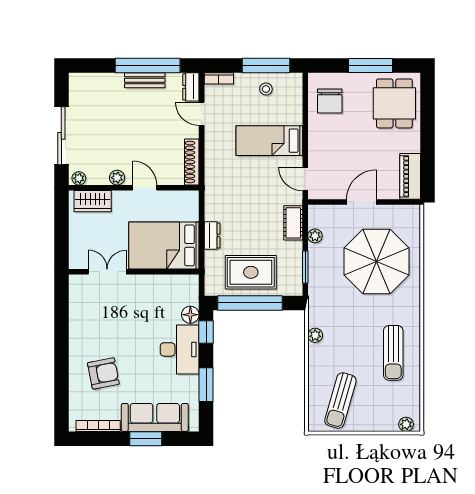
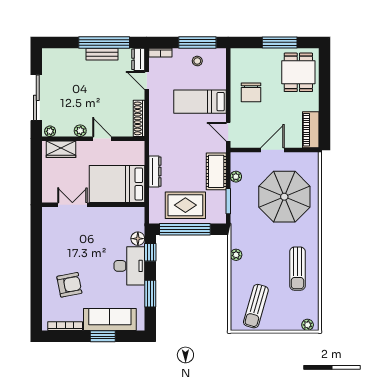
chair: (330, 101) -> (251, 92), moved
cot: (293, 223) -> (216, 171), width x1.37, depth x1.34
dresser: (212, 236) -> (155, 172), width x1.44

